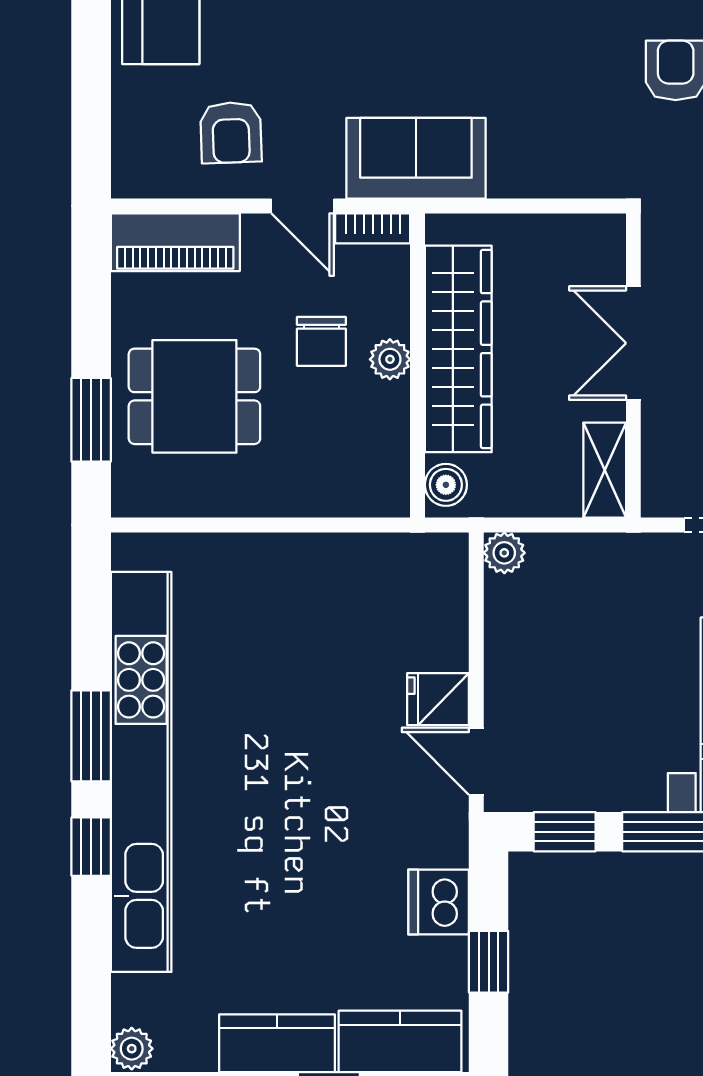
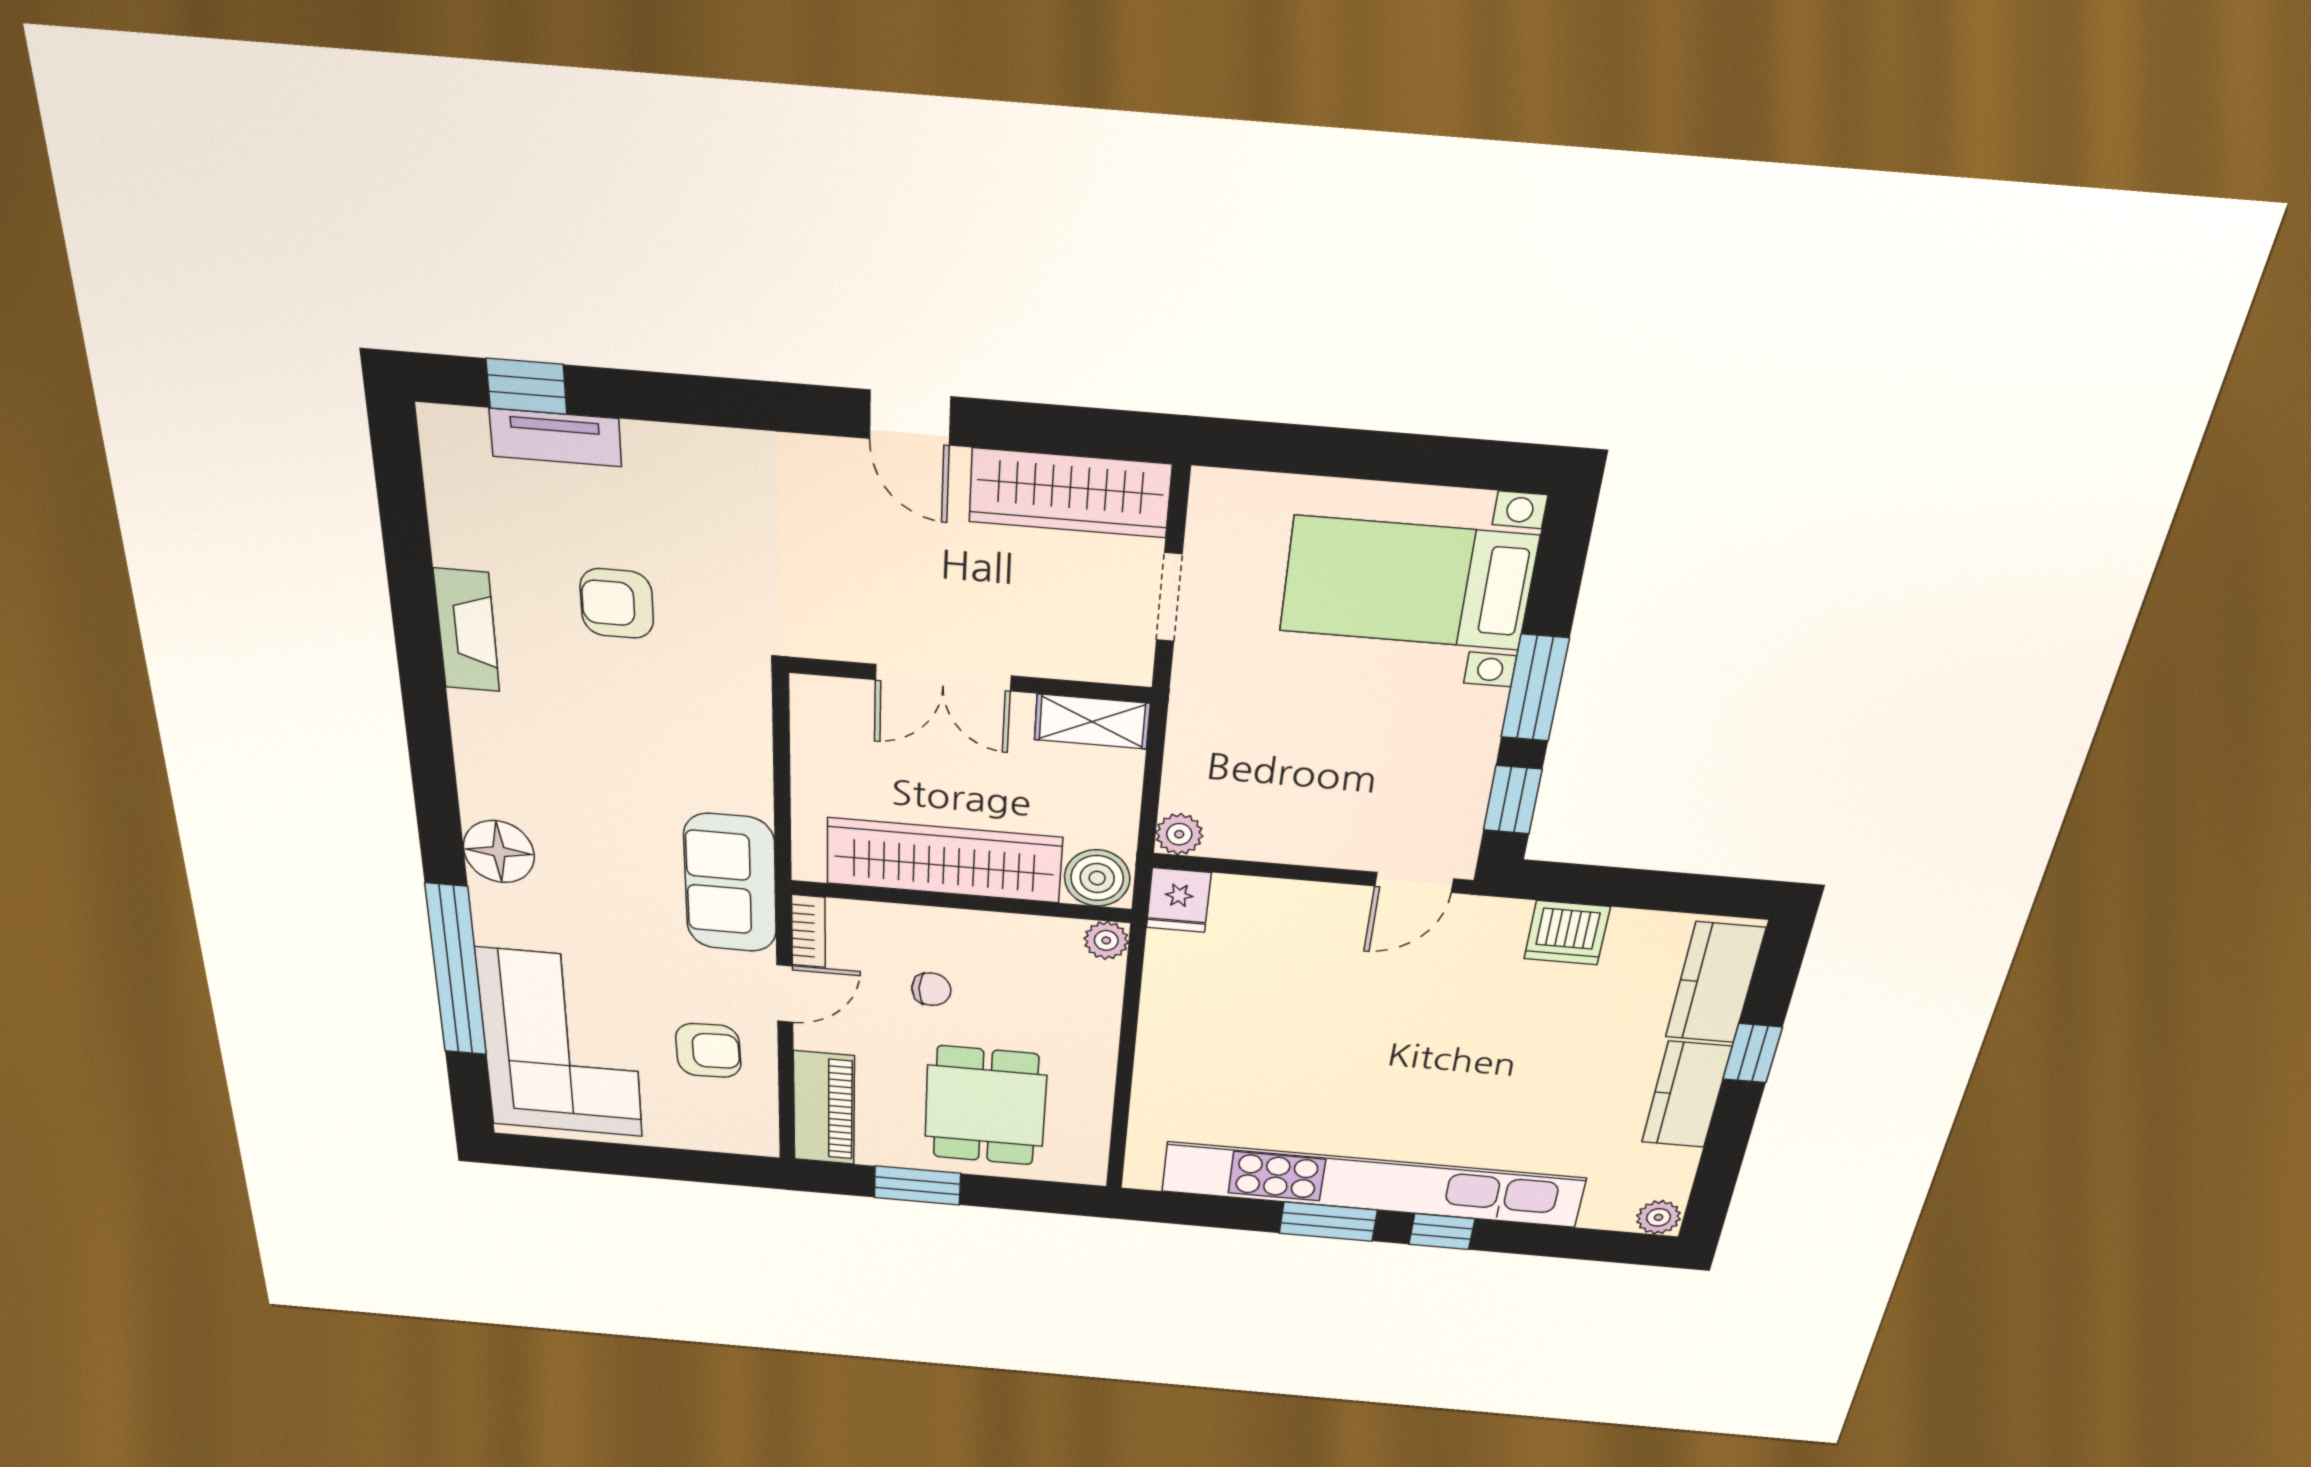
chair: (321, 341) -> (931, 989), width x0.73, depth x0.73
plant: (390, 359) -> (1106, 940), moved
window: (91, 420) -> (917, 1186), moved
boiler: (446, 485) -> (1097, 878), width x1.36, depth x1.36
fridge: (438, 699) -> (1179, 900), moved
window: (489, 962) -> (1647, 890), removed

